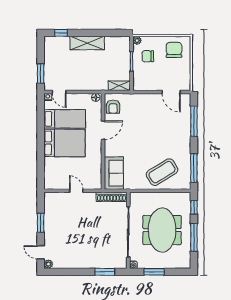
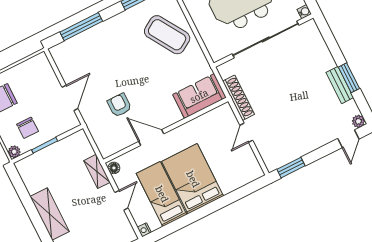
shelving: (119, 86) -> (97, 171), moved
door: (59, 92) -> (121, 200), moved
door: (171, 92) -> (70, 98), moved
armchair: (113, 107) -> (119, 105), moved, turned -90
shoe rack: (112, 197) -> (239, 98), moved
window: (41, 223) -> (291, 168), moved
bench: (77, 264) -> (340, 85), added
window: (105, 272) -> (349, 78), moved

